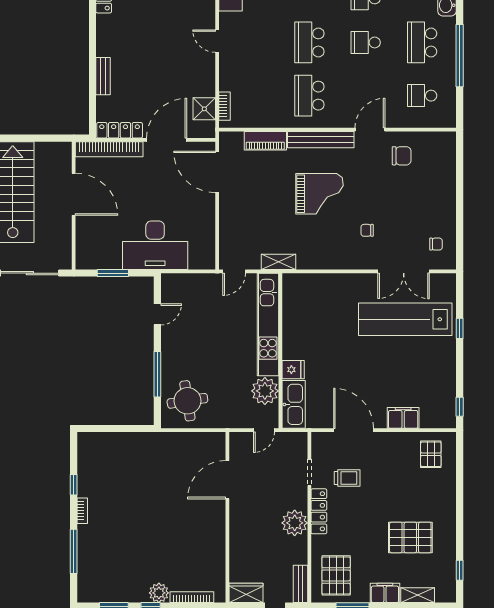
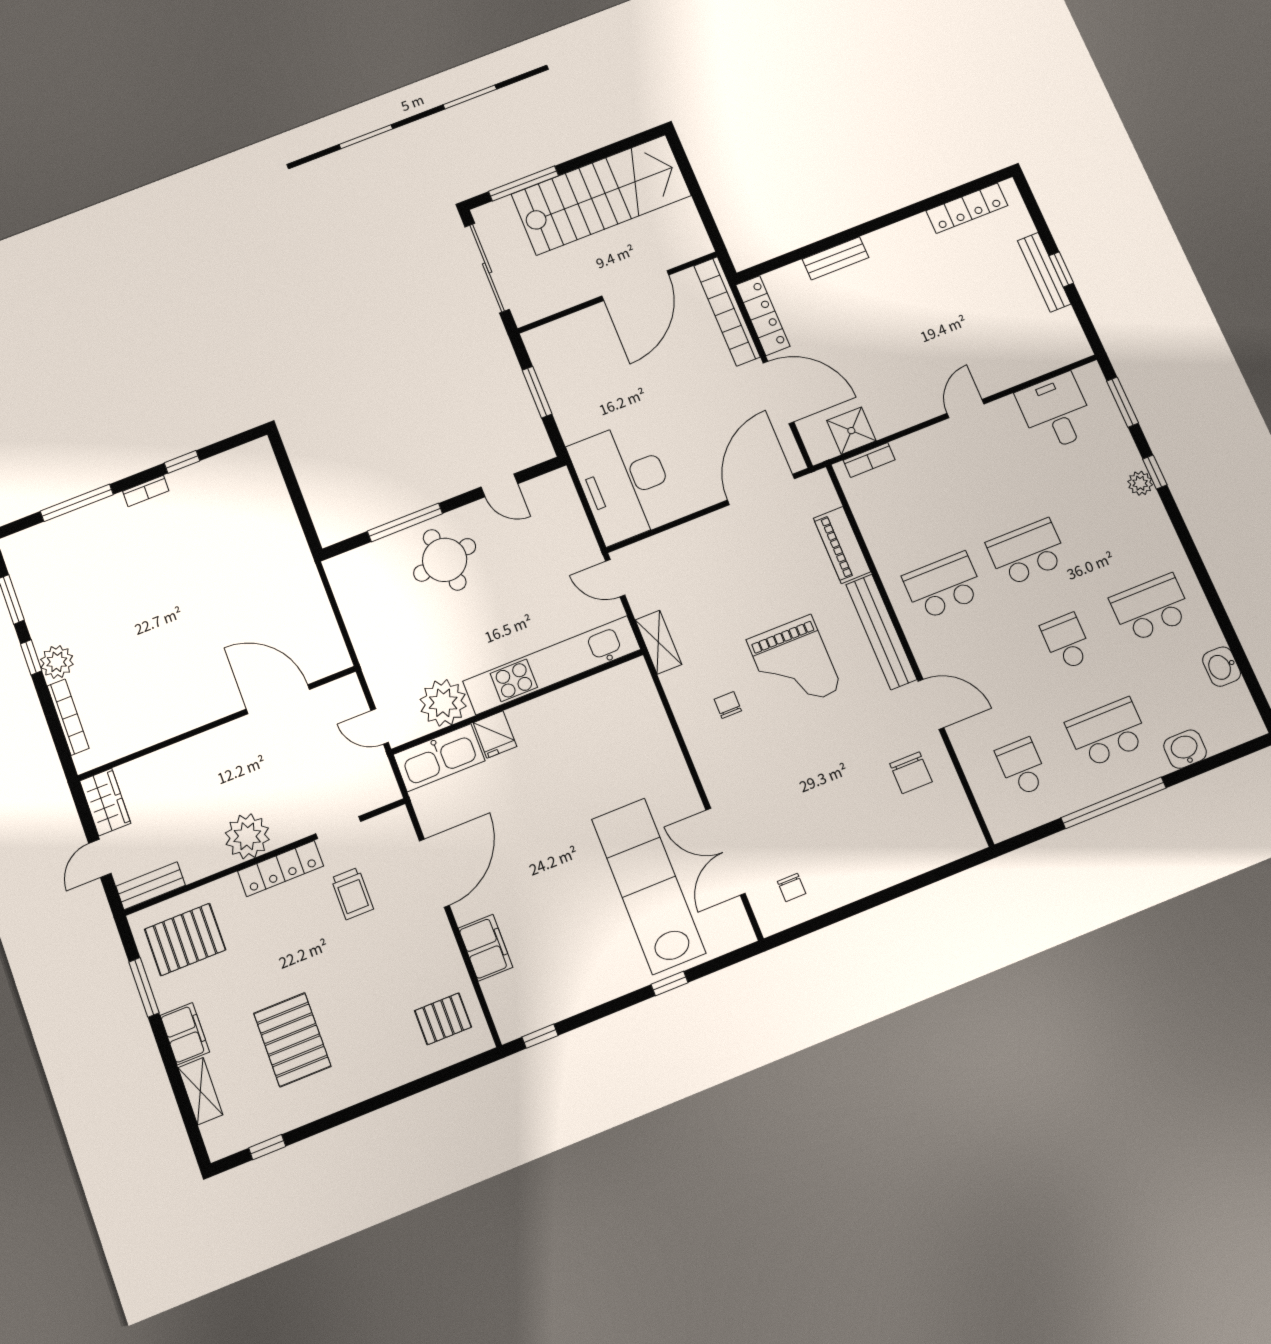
chair: (367, 230) -> (728, 705), moved
desk: (155, 245) -> (624, 482), moved
round table: (187, 401) -> (445, 560), moved

